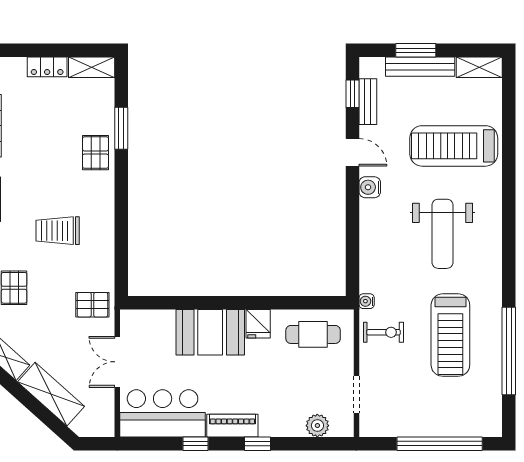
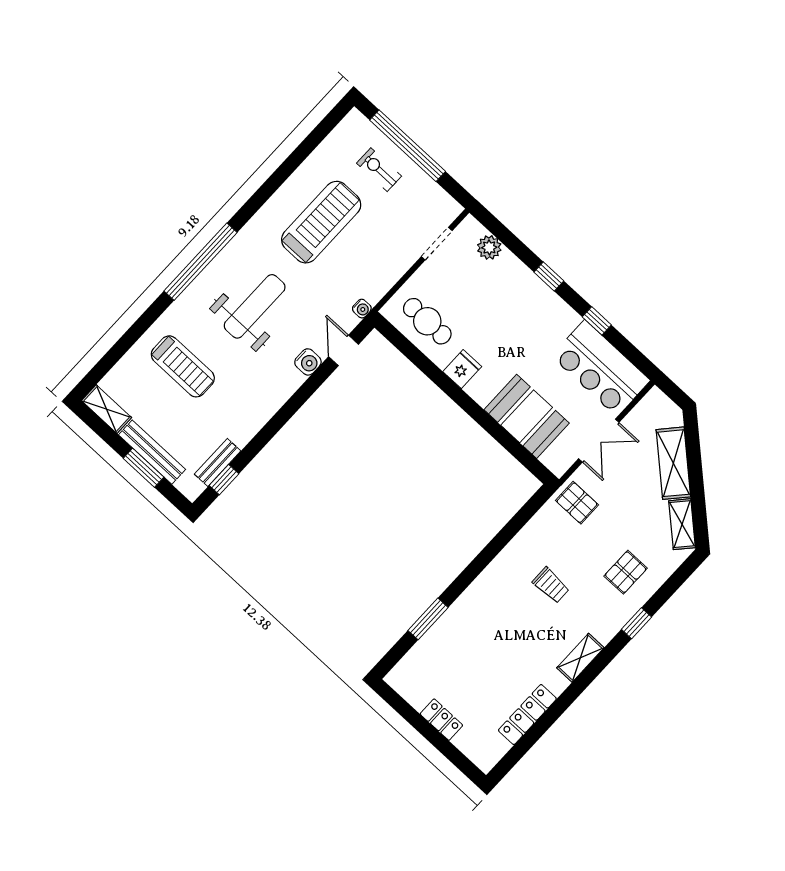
shelving: (92, 67) -> (407, 687), removed
treadmill: (454, 146) -> (183, 366), width x0.73, depth x0.73
door: (352, 152) -> (343, 350), moved
pallet: (95, 153) -> (465, 619), removed
water cooler: (370, 187) -> (308, 362), moved
trolley: (58, 231) -> (551, 585), width x0.73, depth x0.72
booth: (210, 332) -> (527, 416), moved
exercise bike: (384, 332) -> (379, 170), moved
window: (509, 351) -> (200, 262), moved
piano: (232, 426) -> (555, 308), removed

